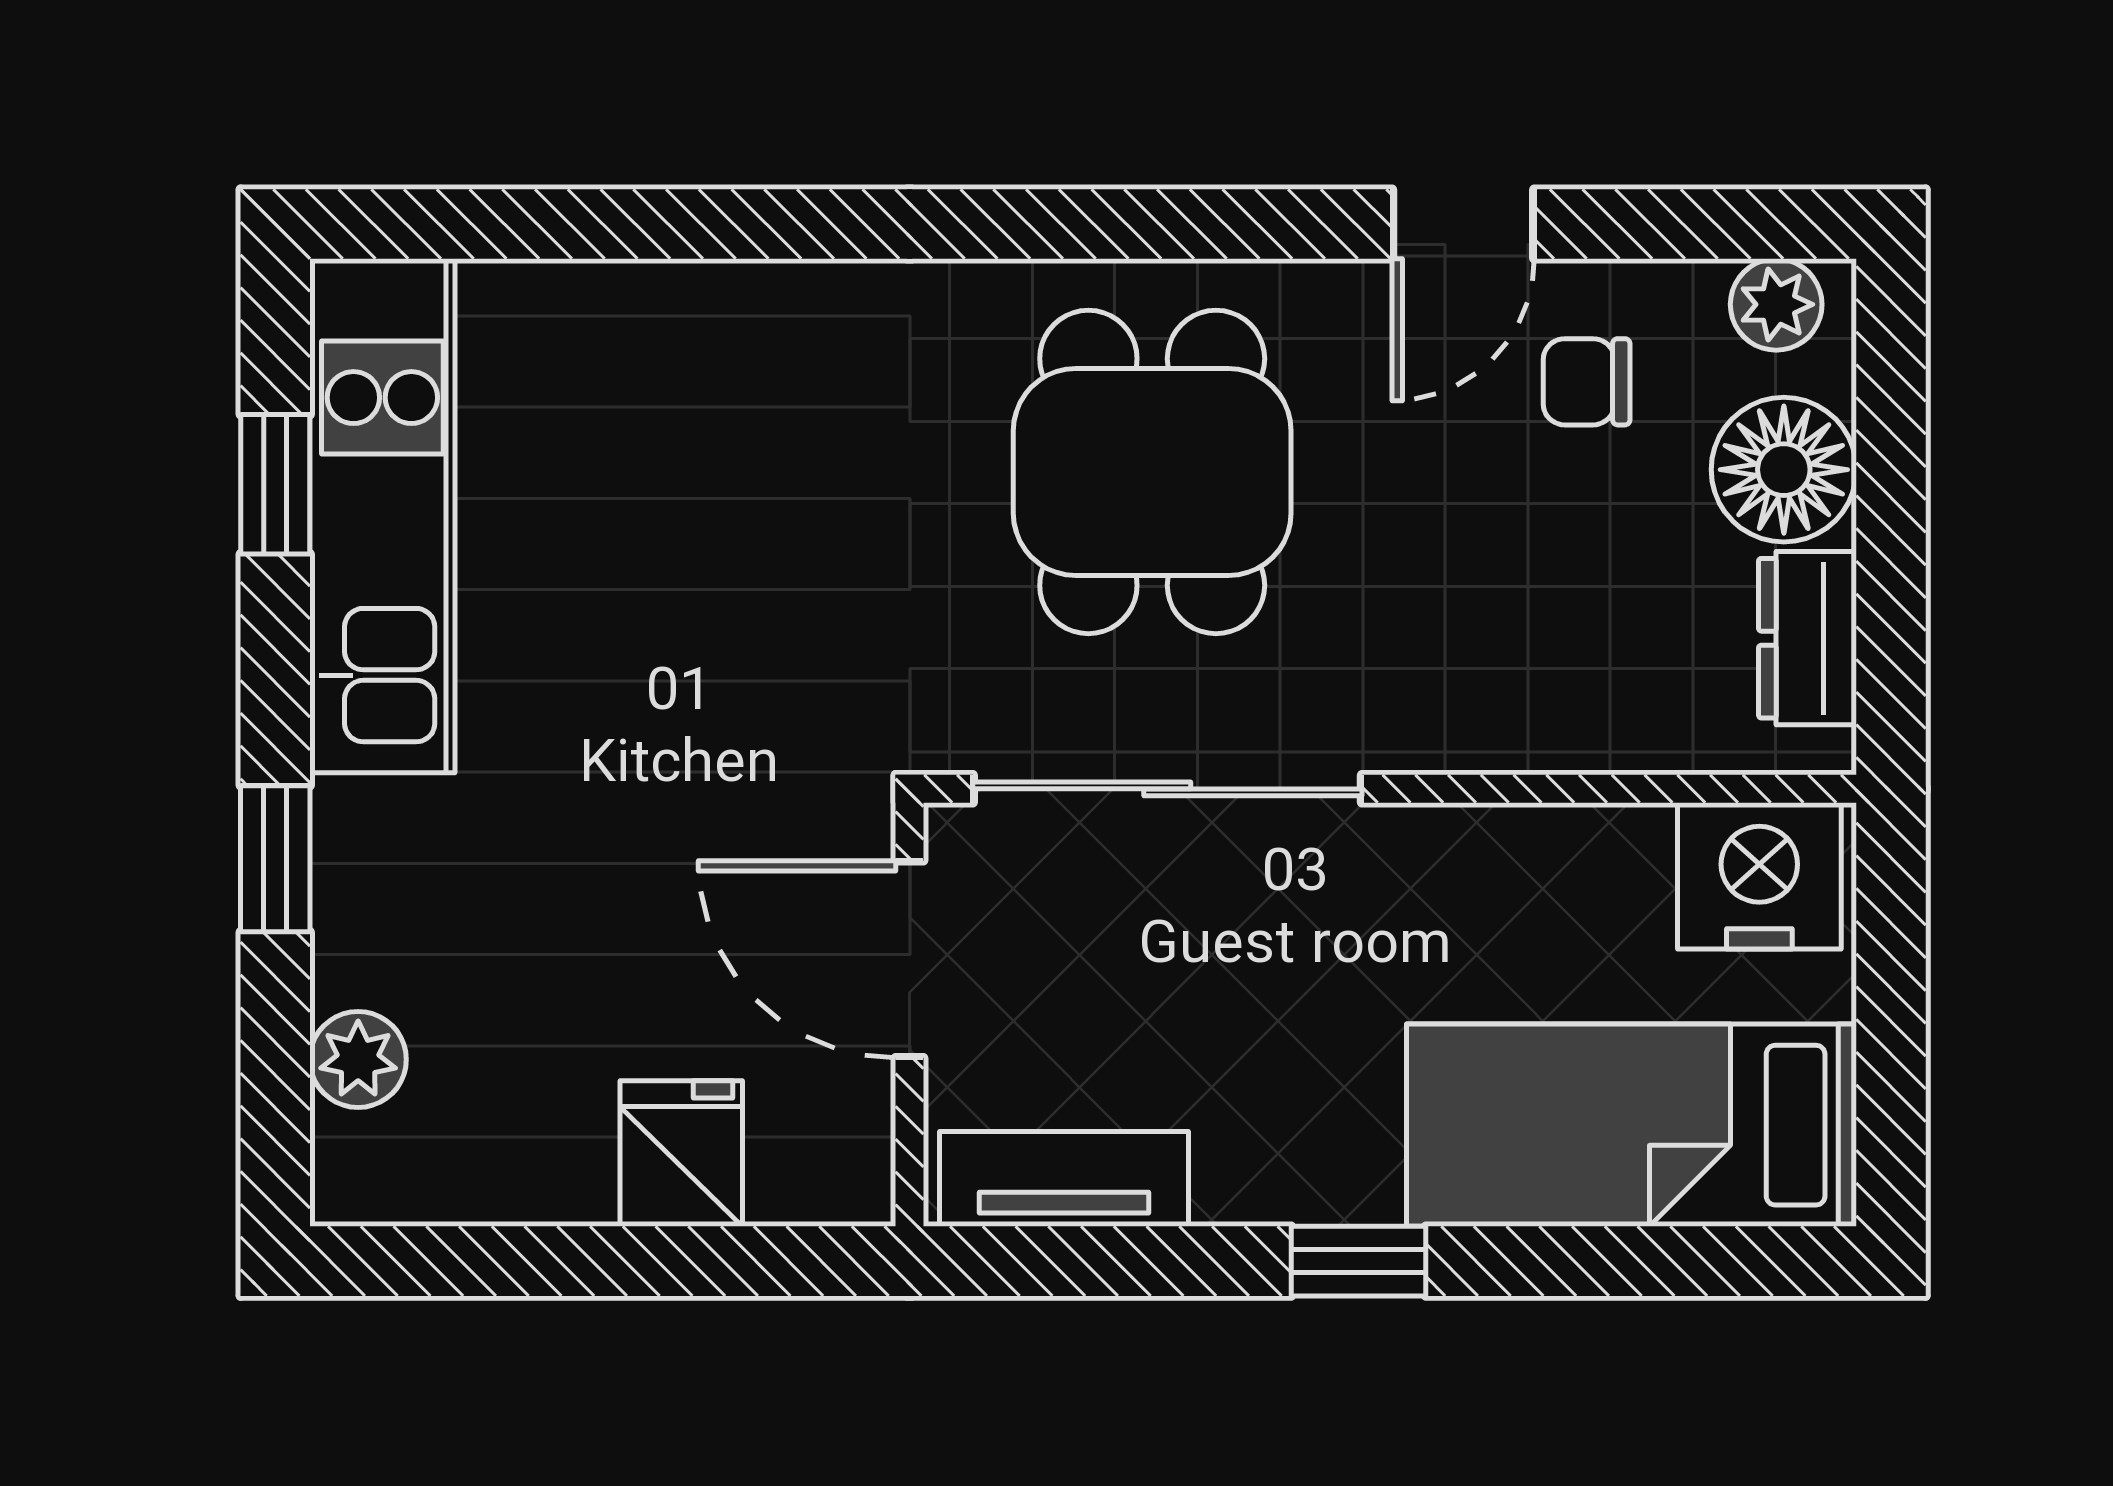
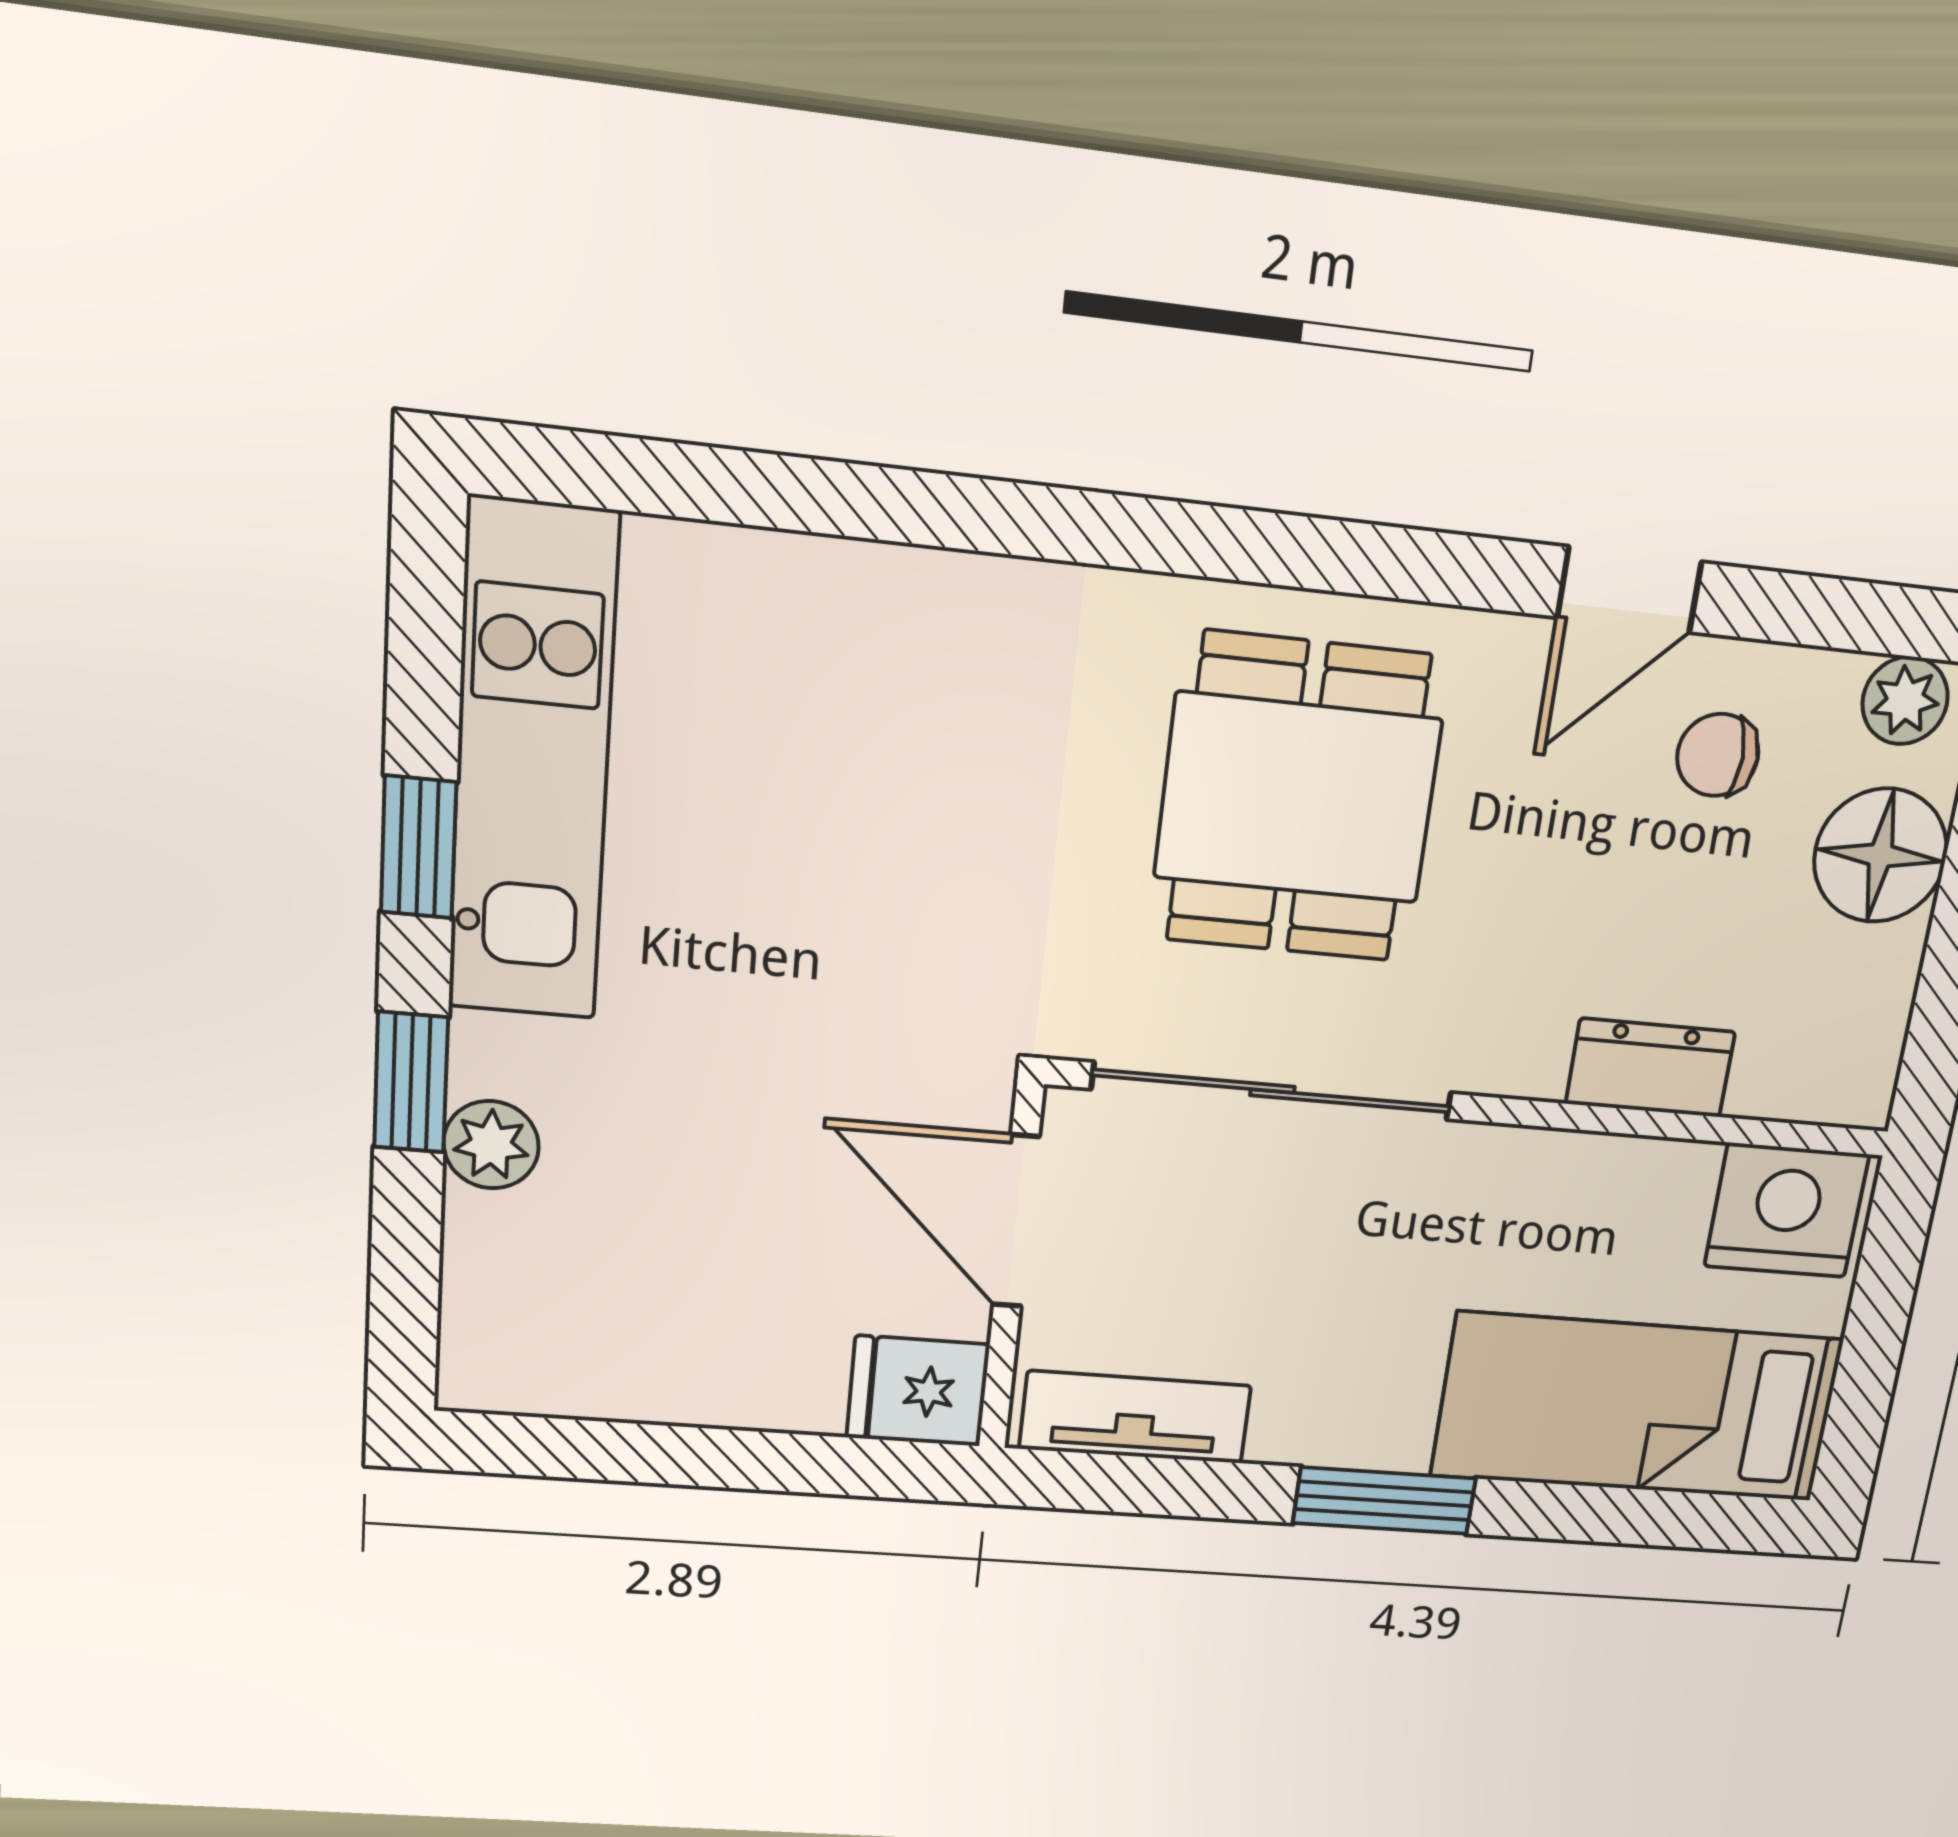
window: (275, 484) -> (418, 847), moved
dresser: (1807, 638) -> (1650, 1068), moved, turned 90
plant: (358, 1059) -> (491, 1145), moved
fridge: (681, 1153) -> (918, 1391), moved, turned -90
window: (1358, 1261) -> (1384, 1501), width x1.50

